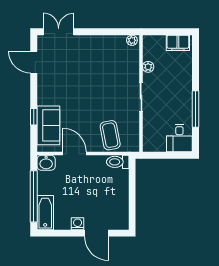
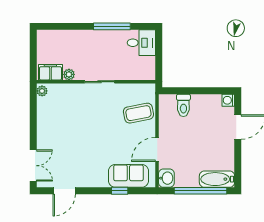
double door: (59, 32) -> (33, 166), swing flipped
filing cabinet: (178, 43) -> (50, 72), moved, turned -90
toilet: (118, 162) -> (183, 105), moved
washing machine: (78, 224) -> (228, 100), moved

